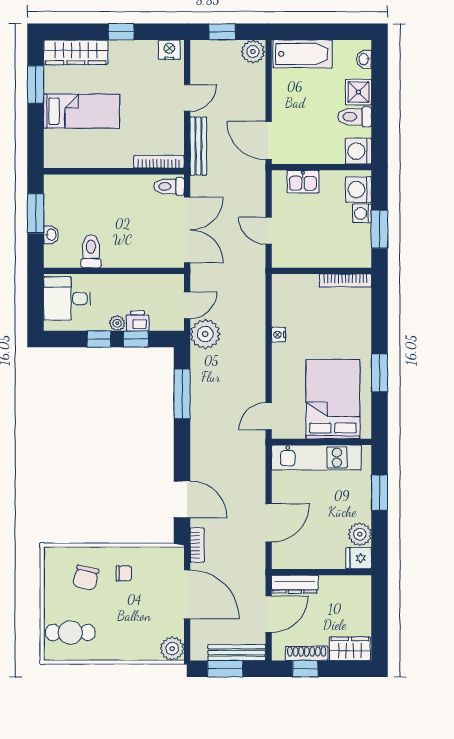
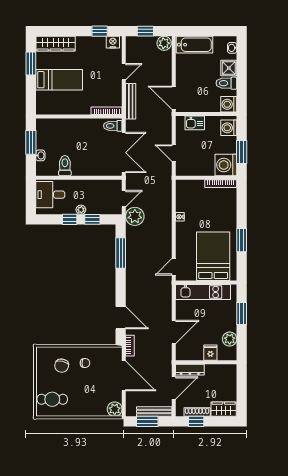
window: (121, 32) -> (100, 31), moved
washing machine: (362, 213) -> (226, 165), moved, width x1.89, depth x1.89
printer: (138, 321) -> (93, 208), removed
fridge: (359, 558) -> (210, 353), moved, turned 90

